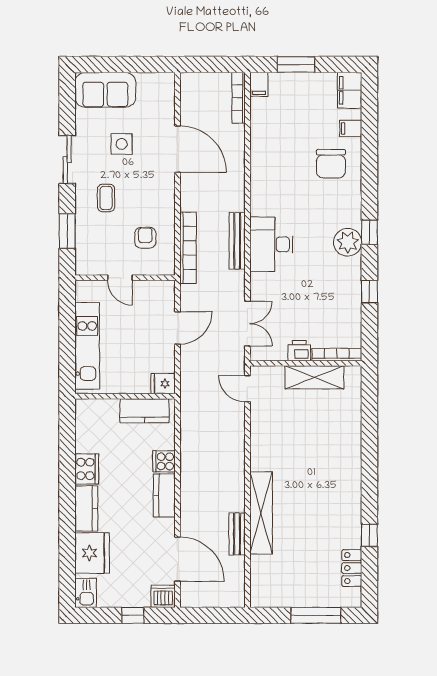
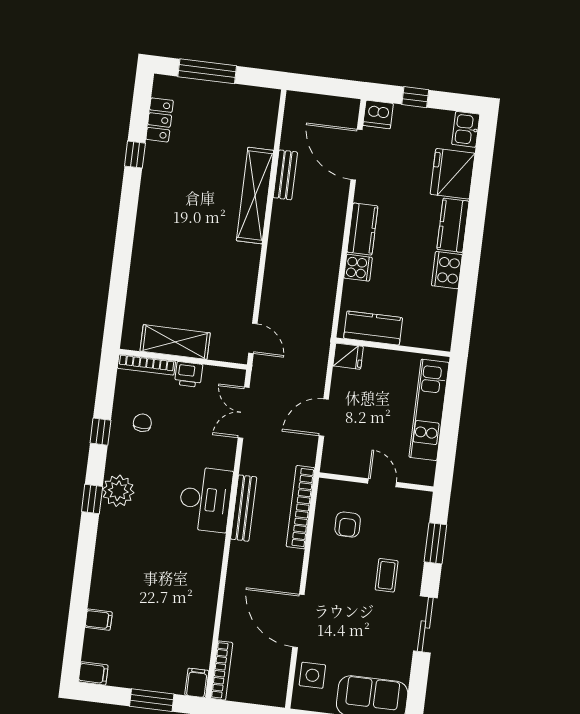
filing cabinet: (350, 90) -> (93, 673), width x0.50
side table: (122, 144) -> (312, 675), moved
chair: (331, 164) -> (142, 423), moved, width x0.54, depth x0.54

